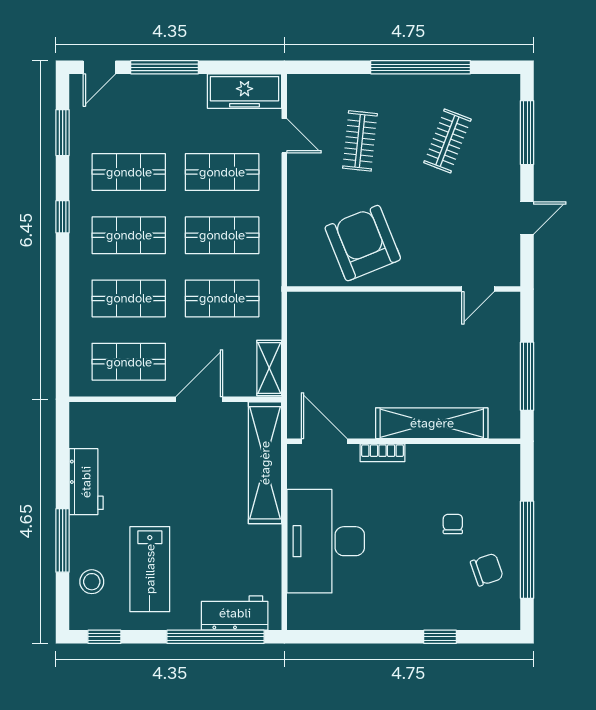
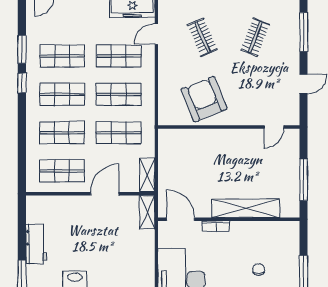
window: (63, 133) -> (22, 49), moved
door: (284, 136) -> (156, 34), swing flipped
clothes rail: (360, 141) -> (202, 37), turned -30
shelving: (265, 463) -> (147, 212), width x0.45, depth x0.75

